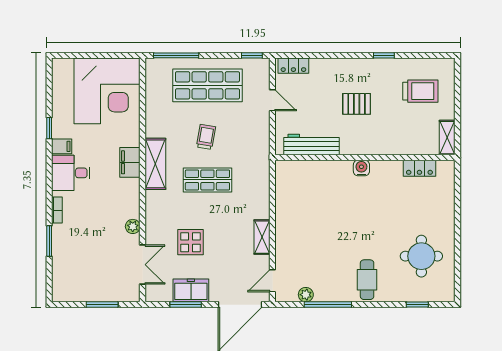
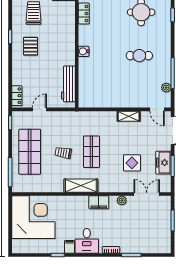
pallet: (357, 104) -> (30, 46), moved
filing cabinet: (130, 162) -> (99, 202), moved
cafe table: (367, 280) -> (139, 56), moved

